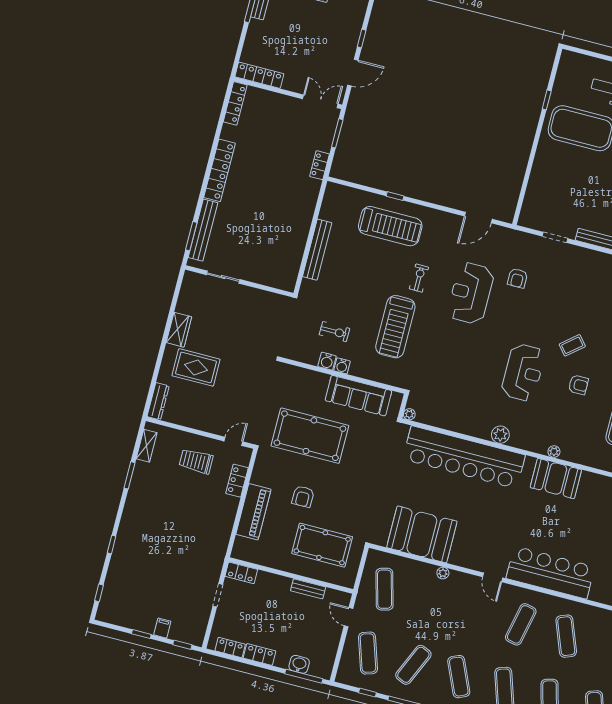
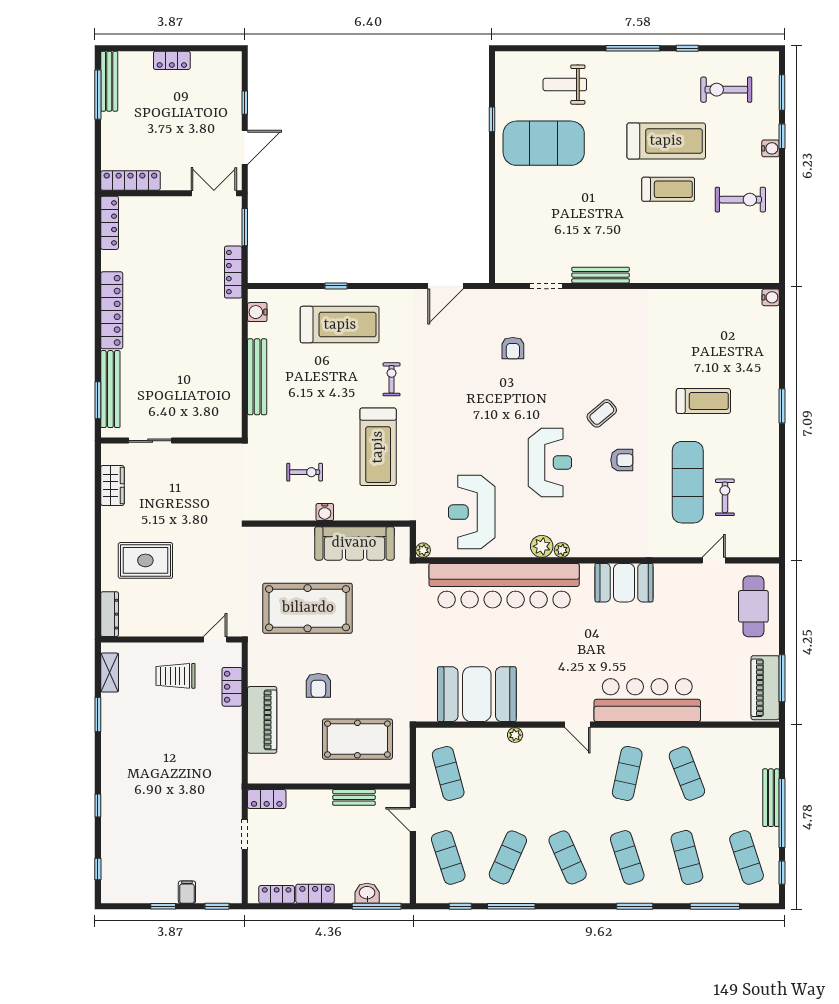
locker: (320, 165) -> (233, 272), width x1.53
reception desk: (471, 293) -> (472, 512), moved
wardrobe: (179, 330) -> (112, 486), moved
water cooler: (327, 361) -> (257, 312), moved, turned 90
plant: (554, 452) -> (562, 550), moved

